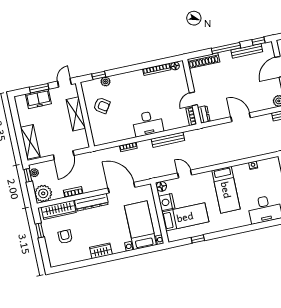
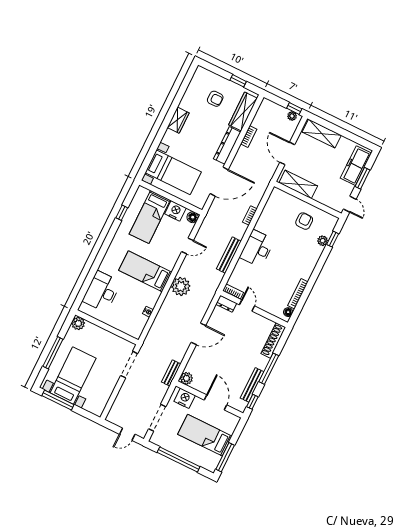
freezer: (38, 99) -> (356, 166), width x1.40
armchair: (102, 105) -> (304, 221), turned 146
shelving: (76, 114) -> (298, 184), moved
plant: (43, 193) -> (181, 286), moved

